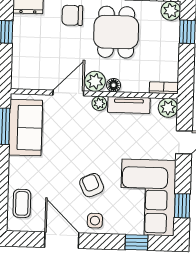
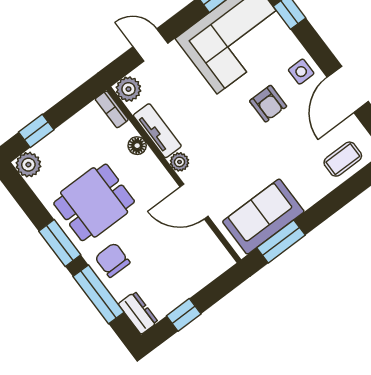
chair: (72, 15) -> (112, 260), turned 180
plant: (95, 81) -> (161, 184), removed
floor lamp: (114, 85) -> (137, 146), moved
armchair: (92, 185) -> (268, 104), turned -65

